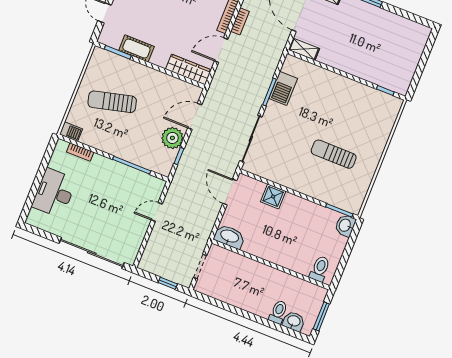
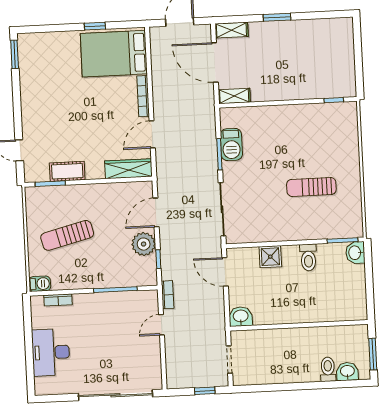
bookcase: (240, 21) -> (168, 295), moved
washbasin: (229, 237) -> (241, 316), width x0.72
toilet: (320, 269) -> (308, 257), moved, turned 180

